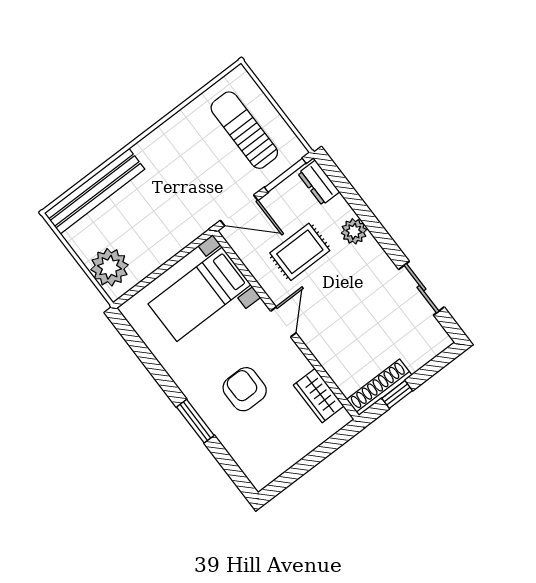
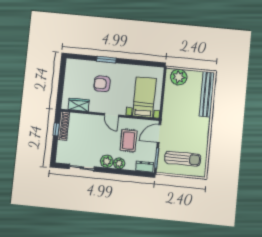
plant: (370, 256) -> (107, 161), added
armchair: (245, 389) -> (102, 84), turned 180

